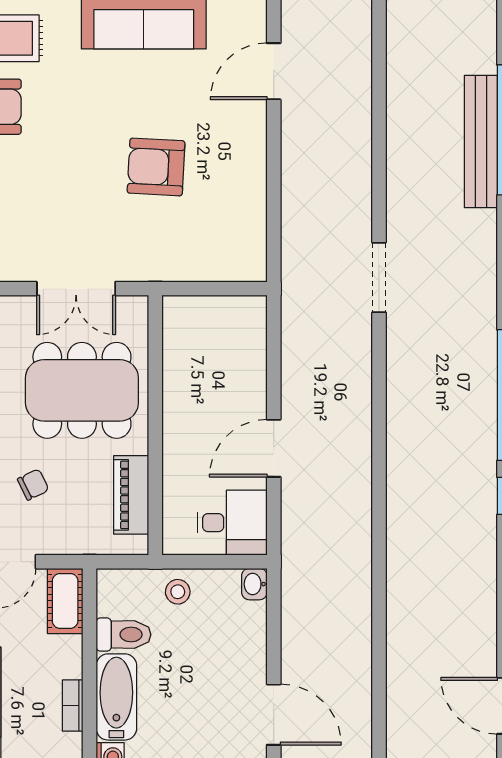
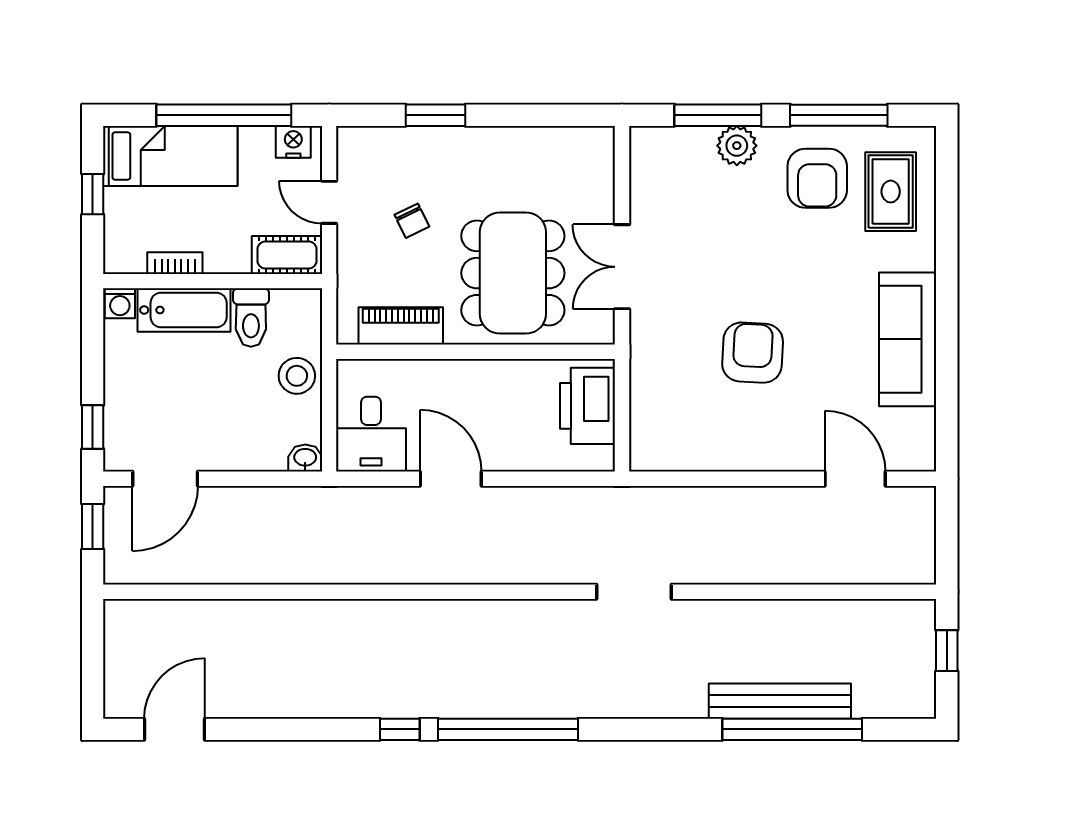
printer: (206, 321) -> (587, 406), added
stool: (178, 592) -> (297, 376), width x1.37, depth x1.37

